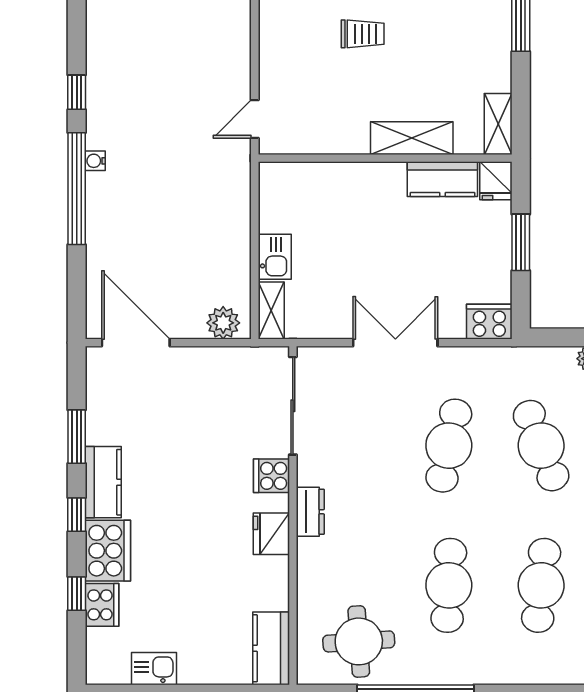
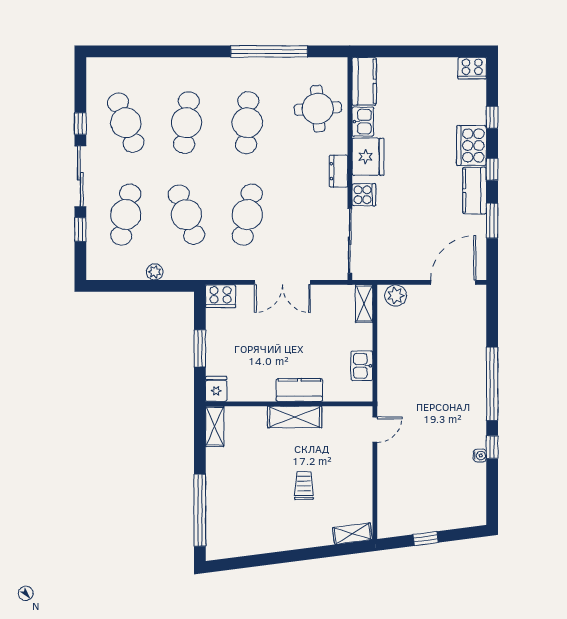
trolley: (363, 34) -> (304, 486), turned 90
shelving: (412, 138) -> (295, 417), moved
water cooler: (95, 161) -> (480, 455), moved
kitchen counter: (442, 179) -> (299, 390), moved
kitchen sink: (275, 257) -> (362, 366), moved
door: (136, 343) -> (453, 282), swing flipped
fridge: (271, 534) -> (368, 157), width x1.36, depth x1.34
cooker: (102, 605) -> (472, 68), moved, turned -90
round table: (359, 641) -> (318, 109), moved
kitchen sink: (154, 669) -> (363, 122), moved, turned -90

